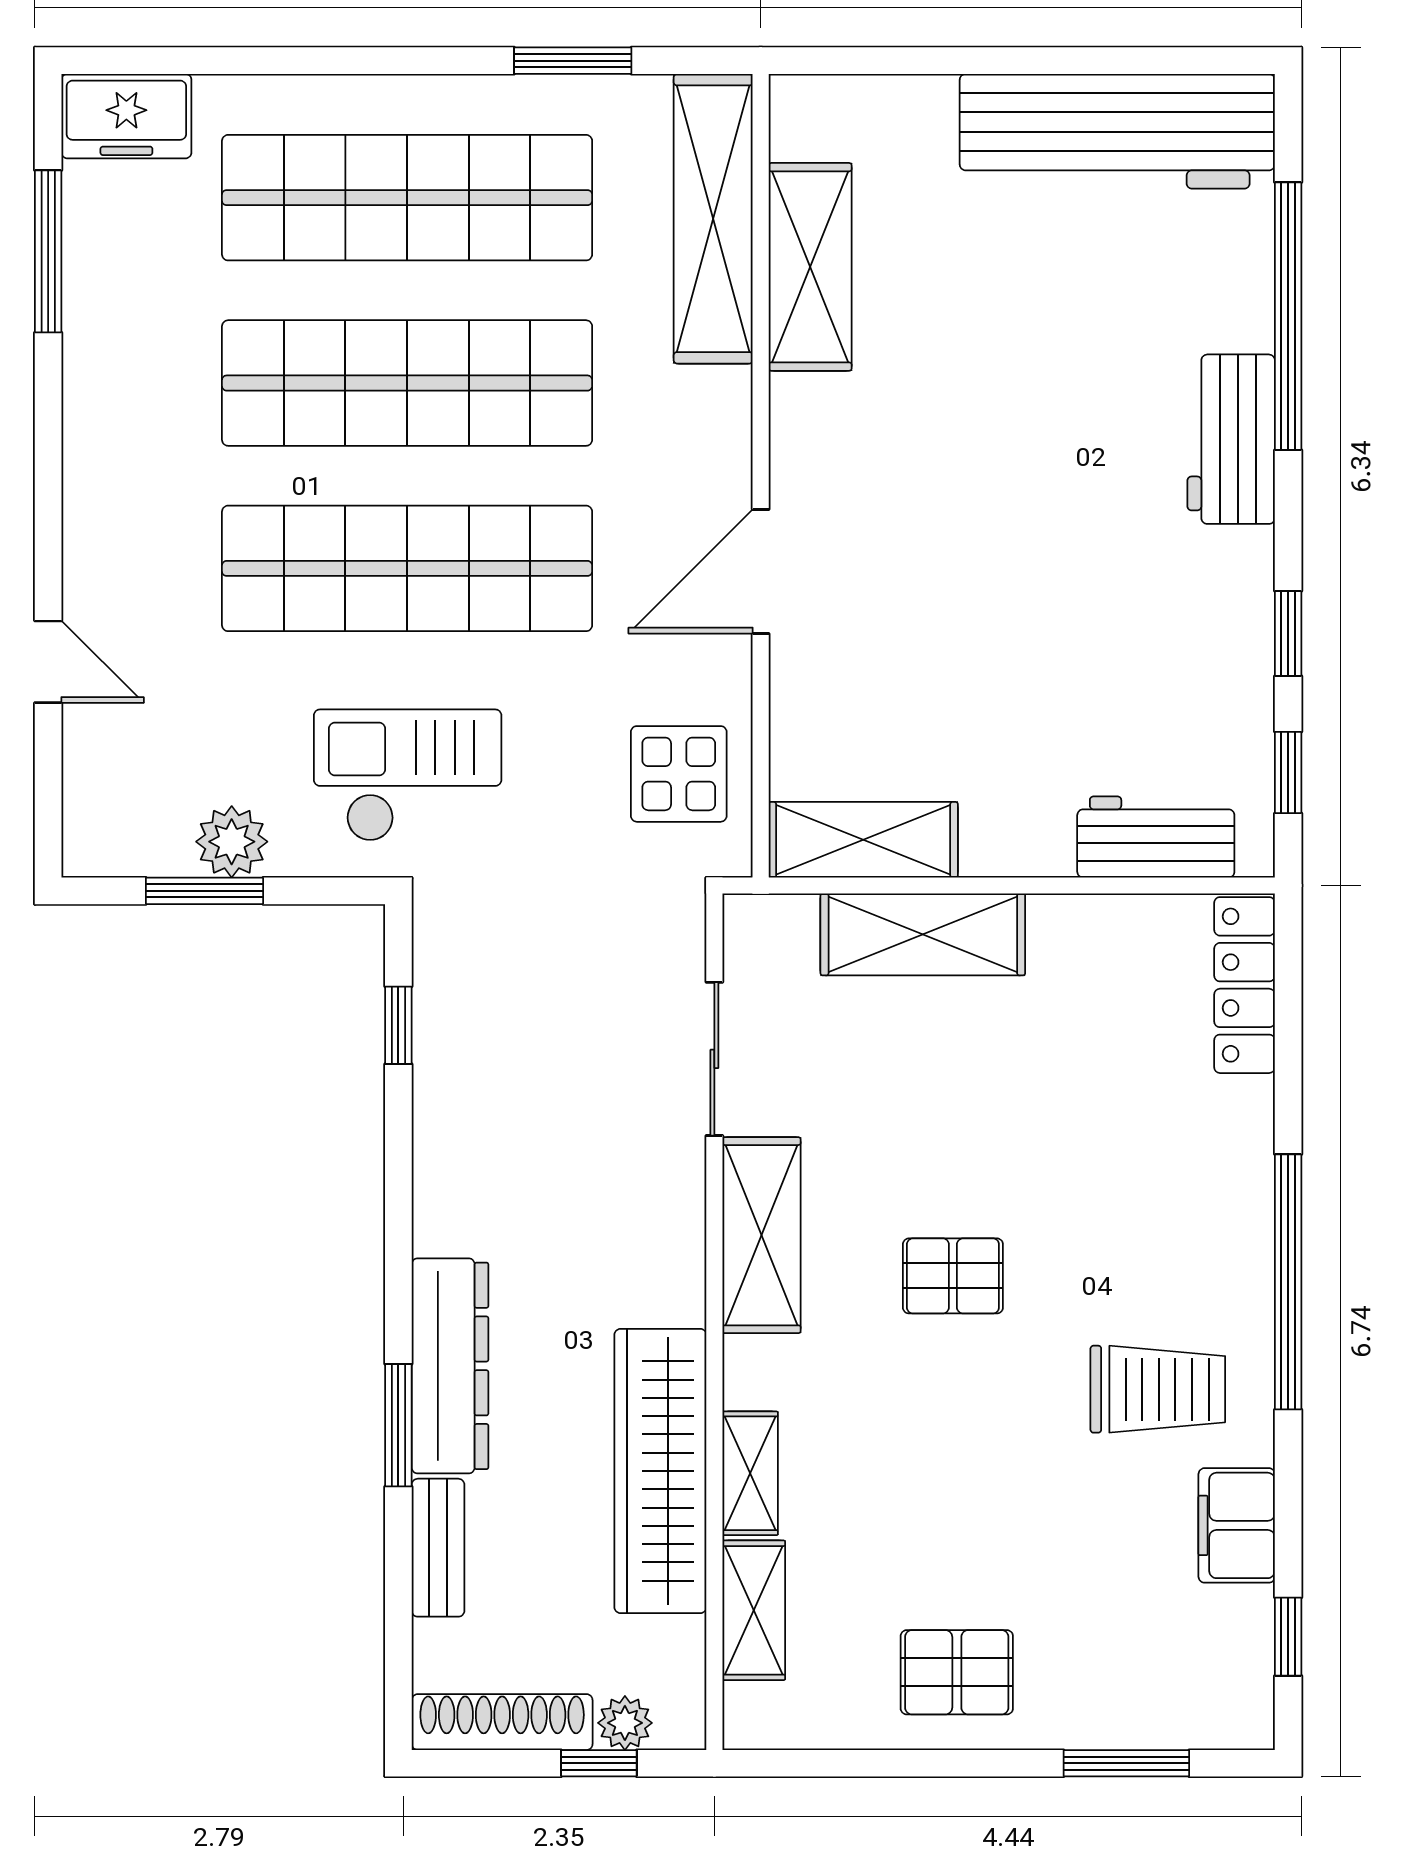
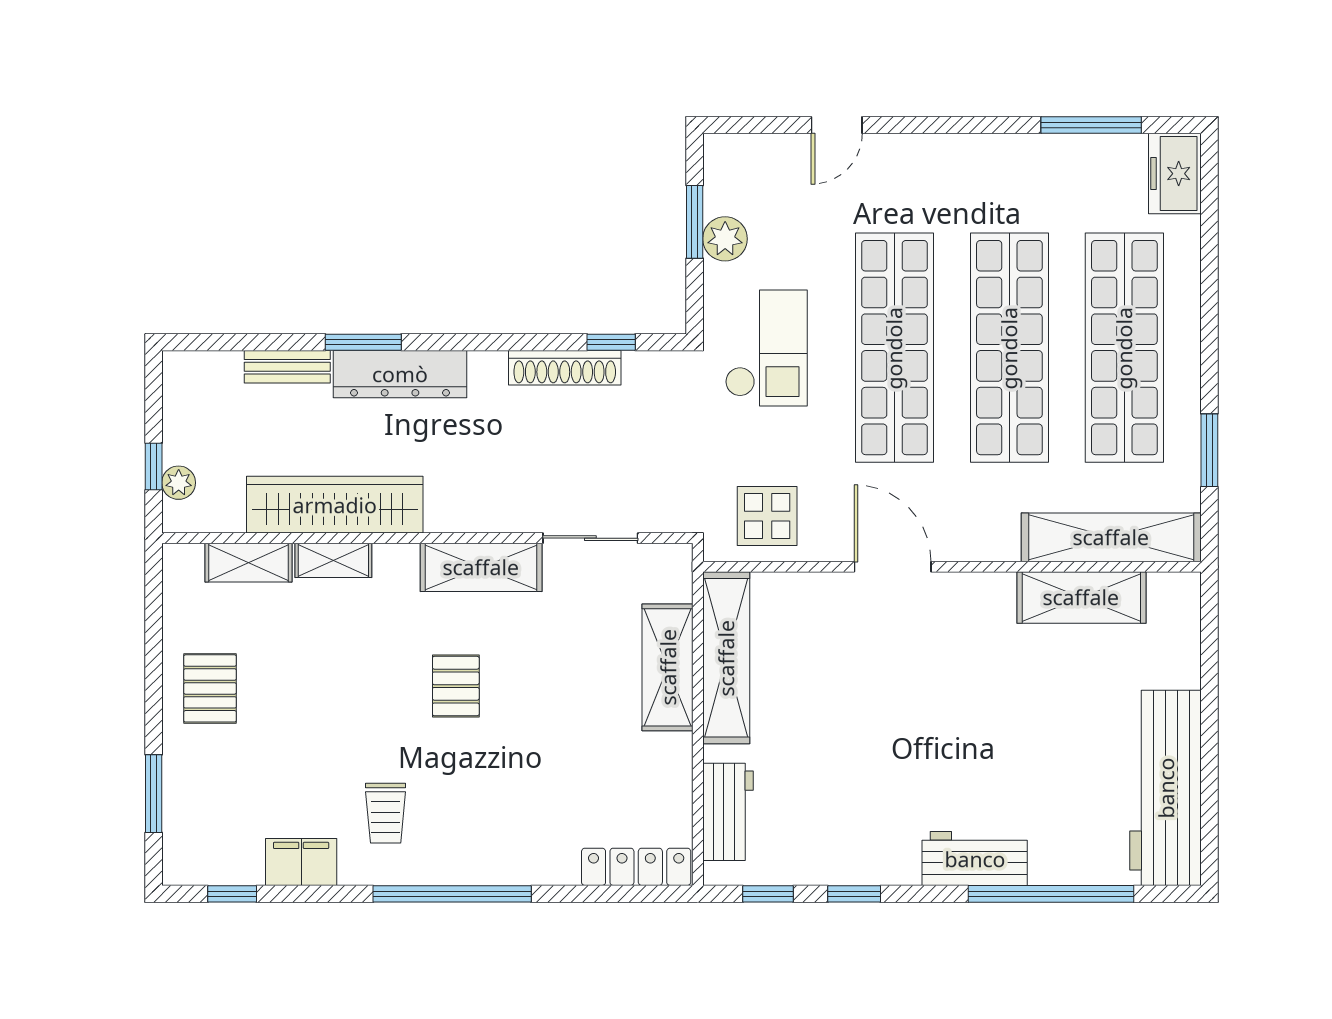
shelving: (863, 840) -> (726, 658), width x1.47
trolley: (1158, 1389) -> (386, 813), width x0.73, depth x0.72
shoe rack: (502, 1722) -> (565, 368), moved, turned 90

